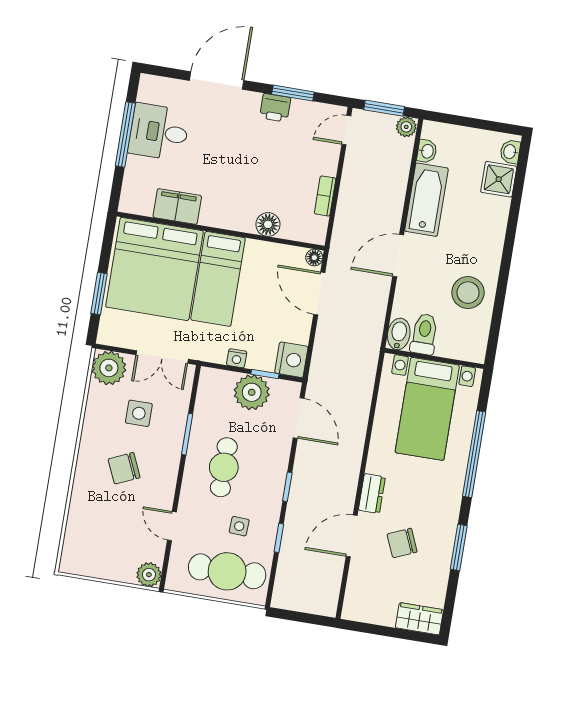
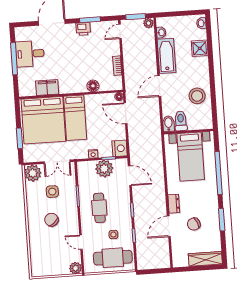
shower: (499, 179) -> (200, 48), moved
chair: (124, 468) -> (51, 220), turned 73
wardrobe: (419, 619) -> (205, 259), width x1.50

